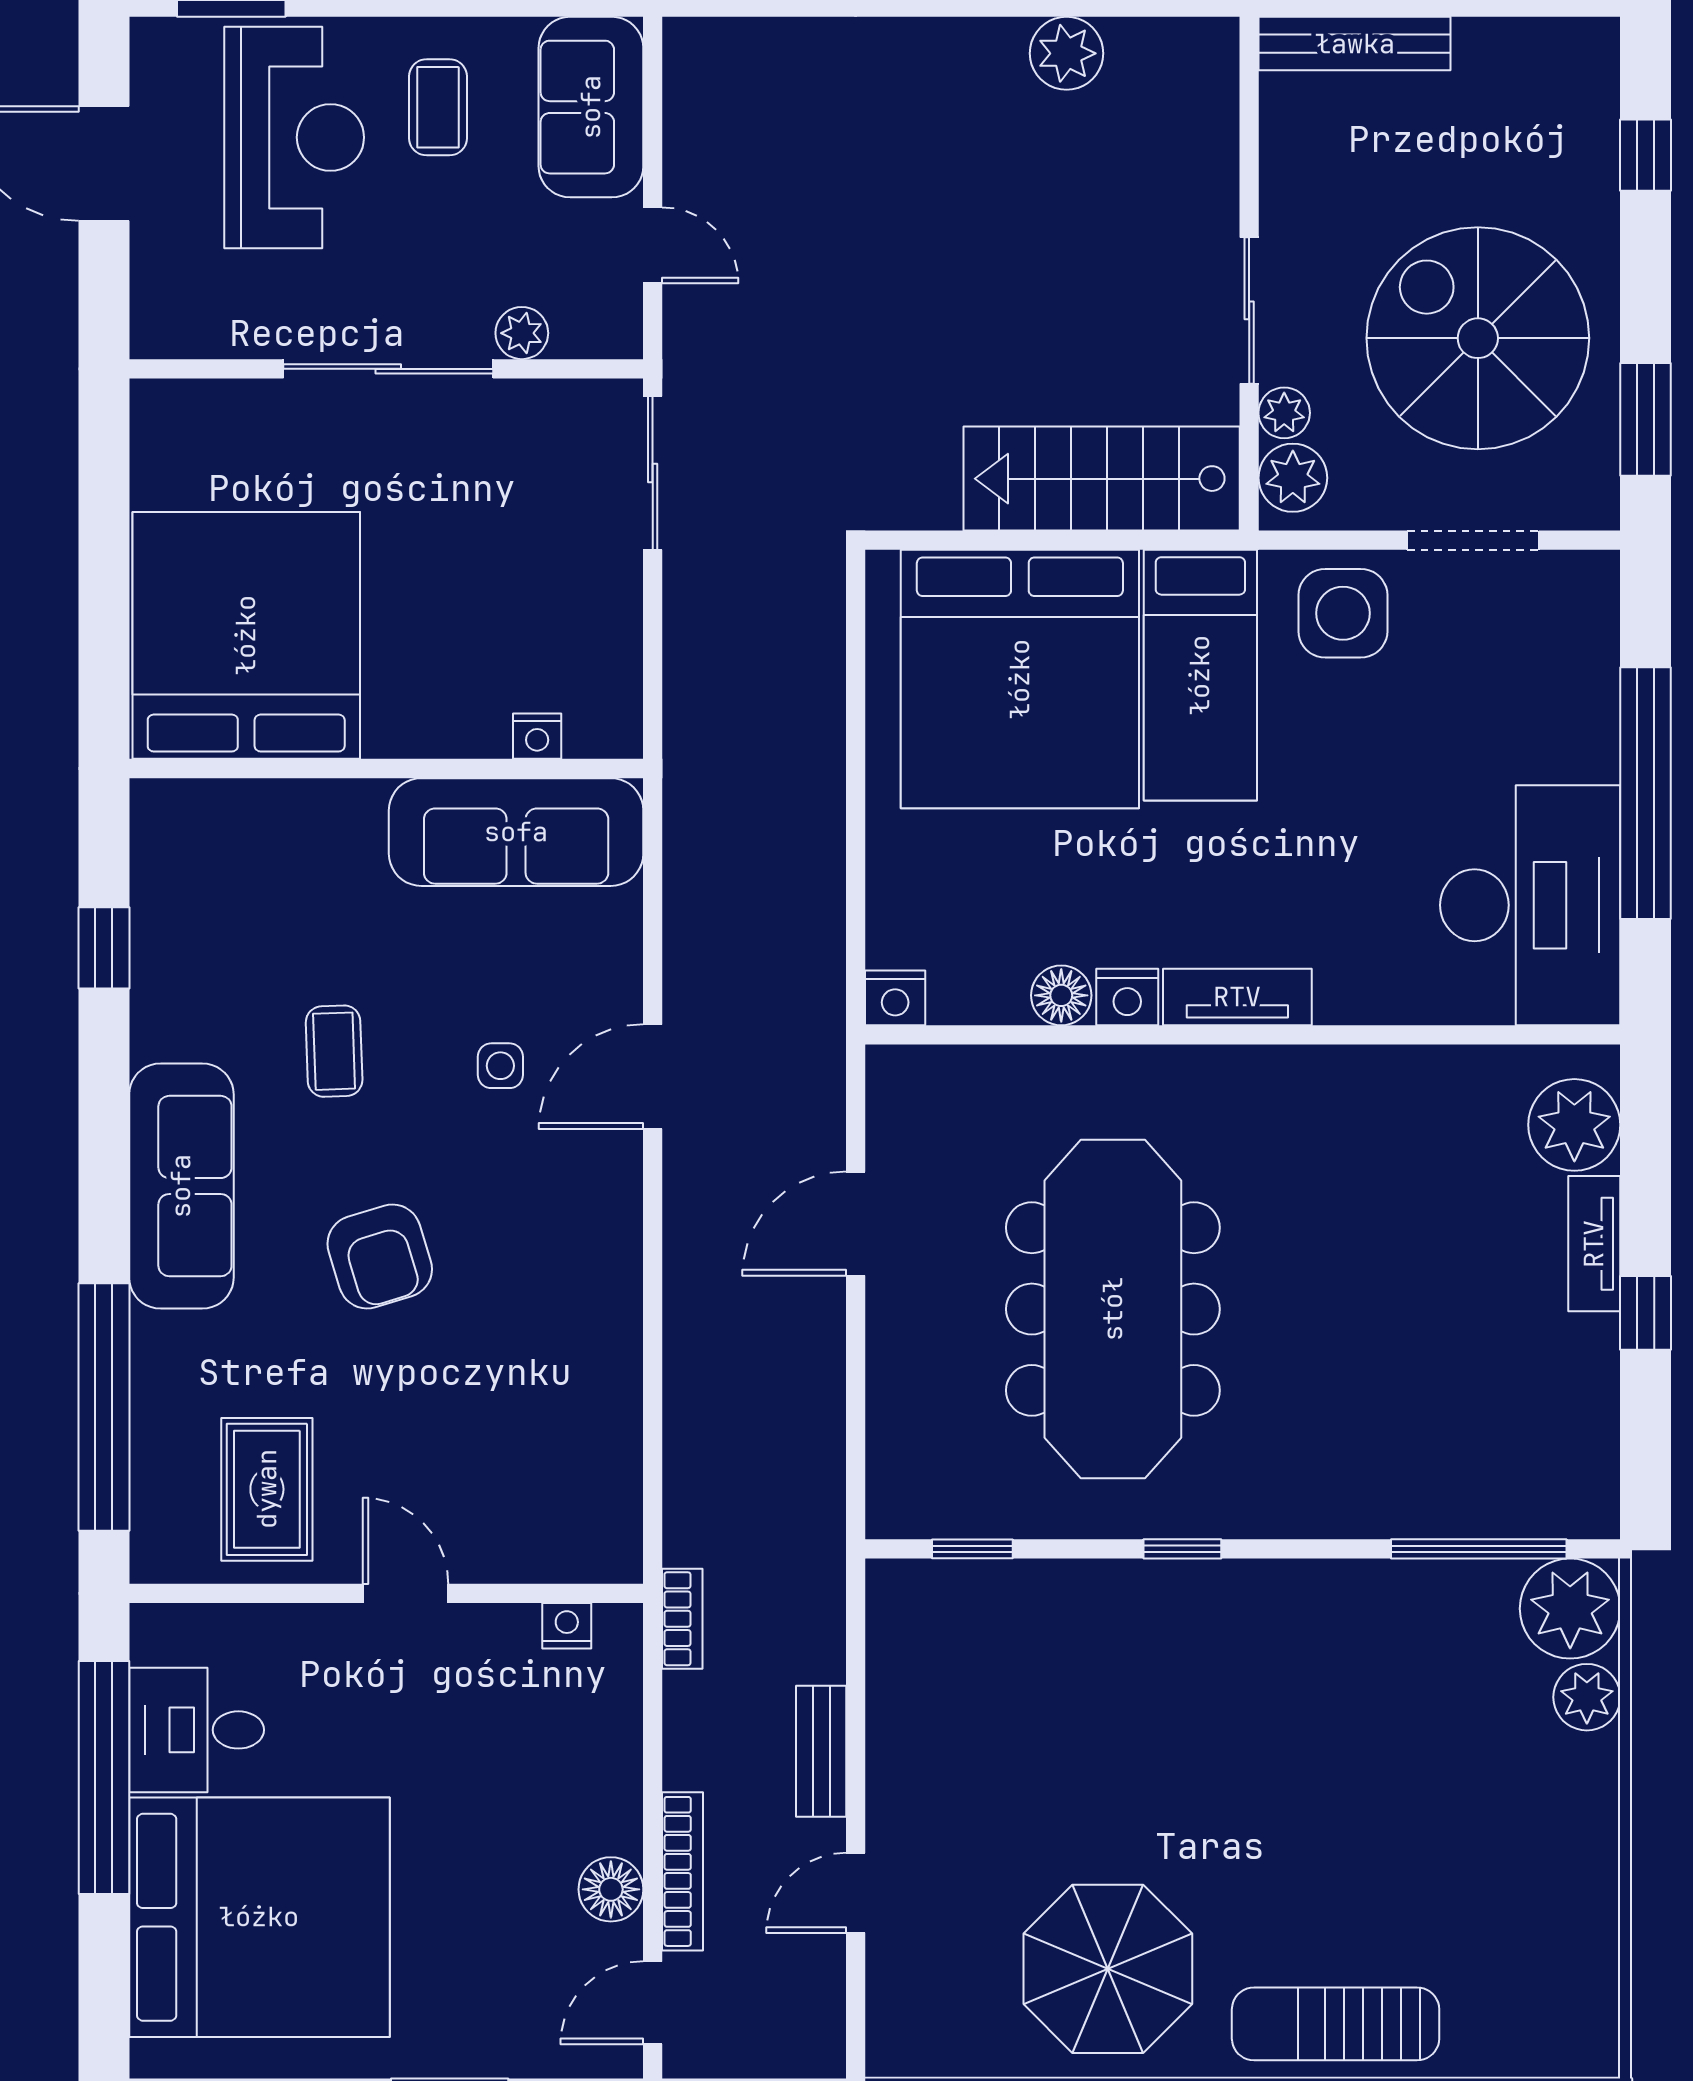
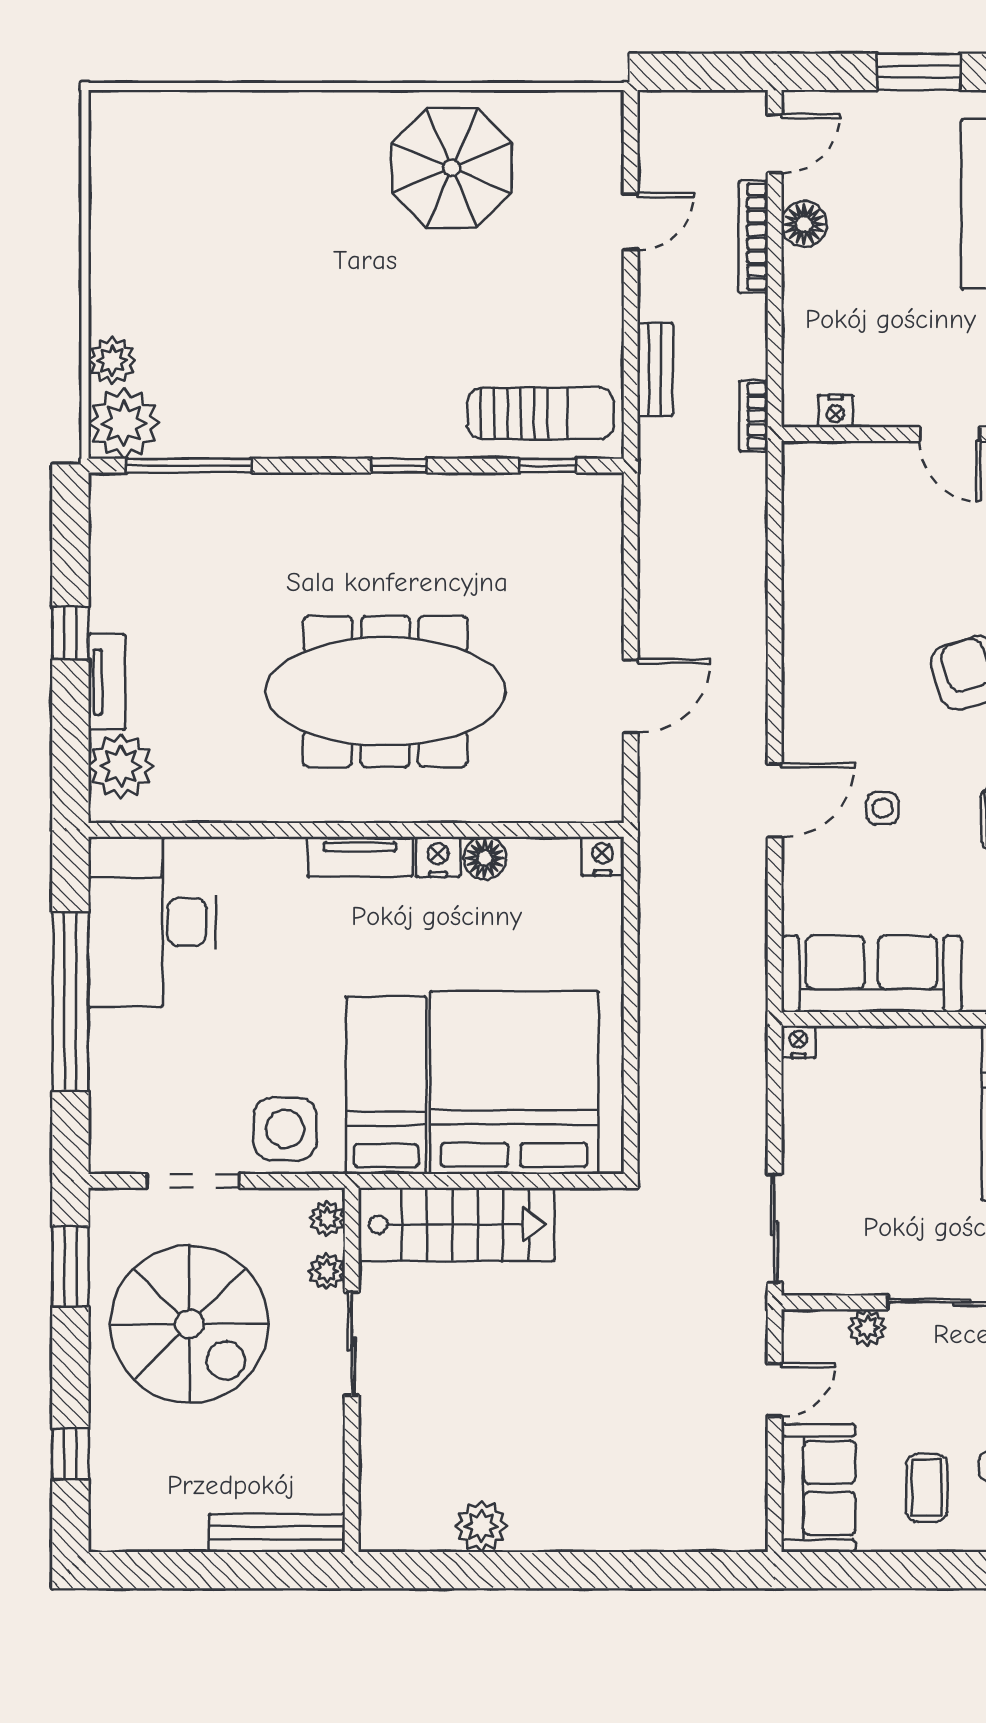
door: (653, 245) -> (775, 1390), swing flipped
plant: (1293, 478) -> (327, 1218), width x0.73, depth x0.73
nightstand: (537, 736) -> (798, 1042), moved
meeting table: (1113, 1309) -> (385, 691), moved, turned 90
bench: (821, 1751) -> (655, 369), moved
sun lounger: (1336, 2024) -> (541, 414), moved

